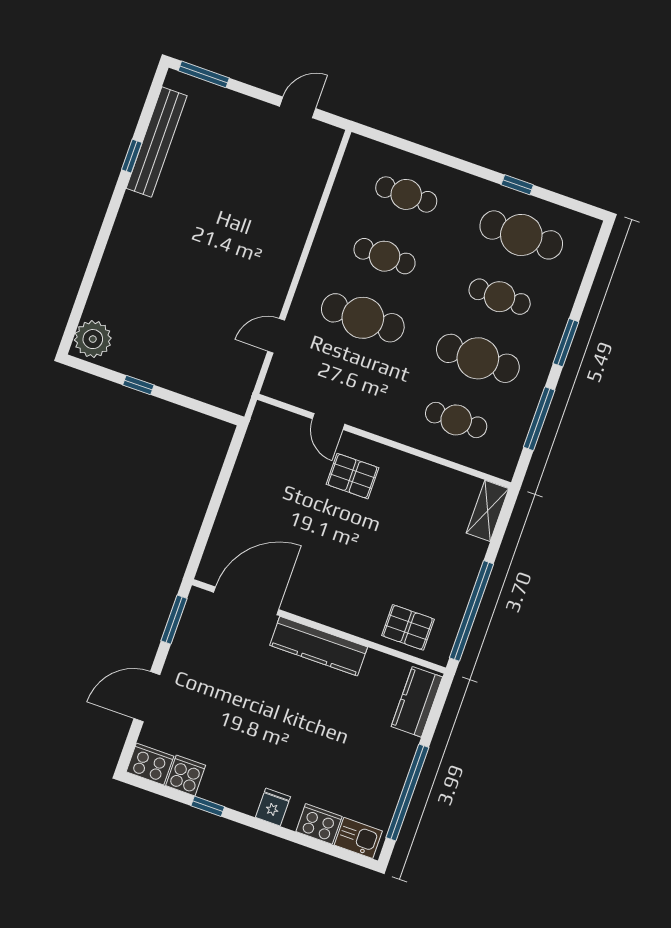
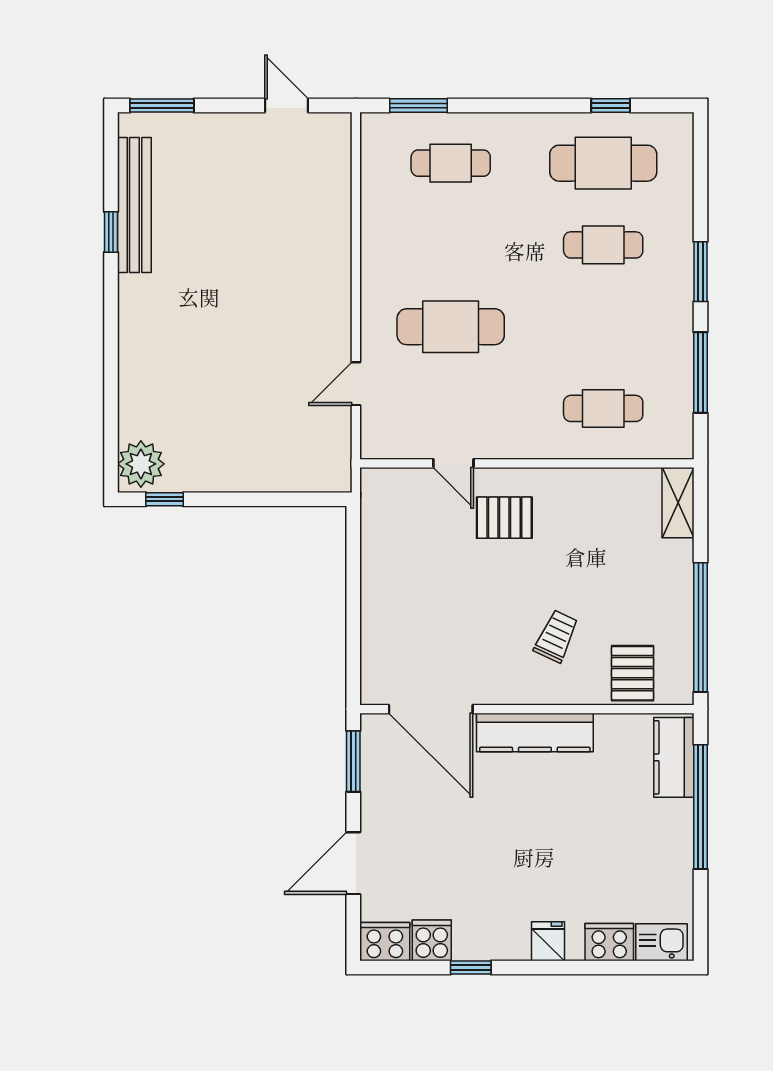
door: (298, 107) -> (286, 106), hinge flipped
window: (397, 142) -> (418, 106), added
window: (517, 185) -> (611, 106), moved
cafe table: (385, 256) -> (451, 245), removed
cafe table: (478, 358) -> (603, 327), removed
window: (138, 385) -> (165, 499), moved
trolley: (360, 579) -> (556, 636), added
door: (246, 601) -> (431, 709), swing flipped
pallet: (408, 627) -> (633, 673), turned 90
window: (407, 793) -> (701, 807), moved

